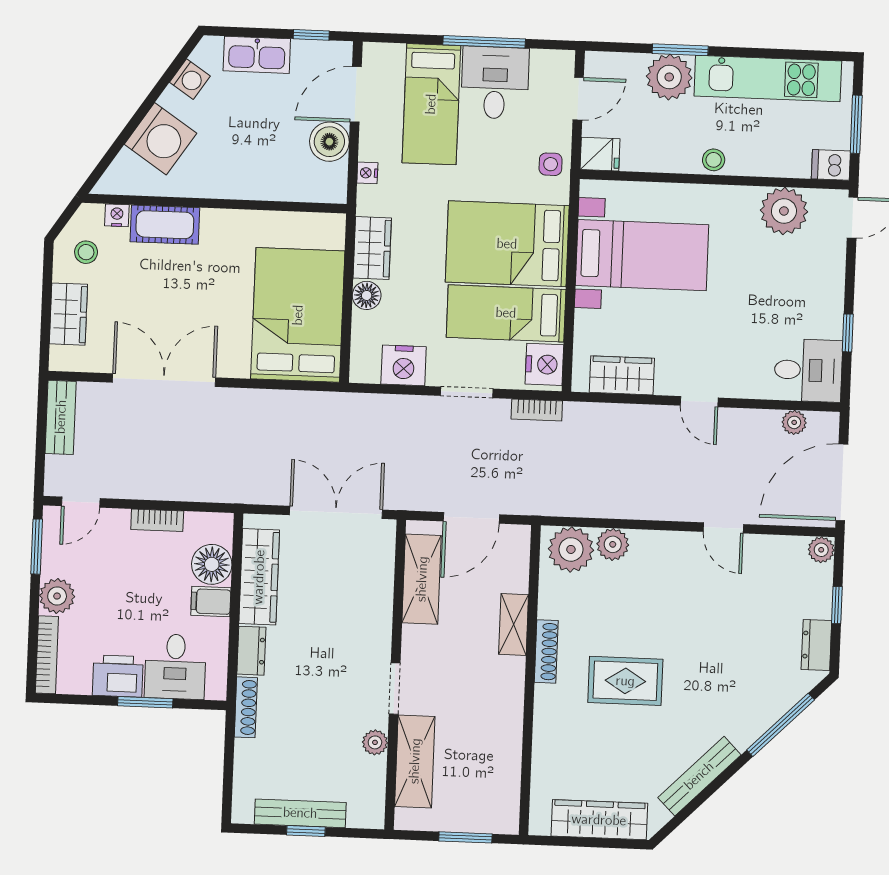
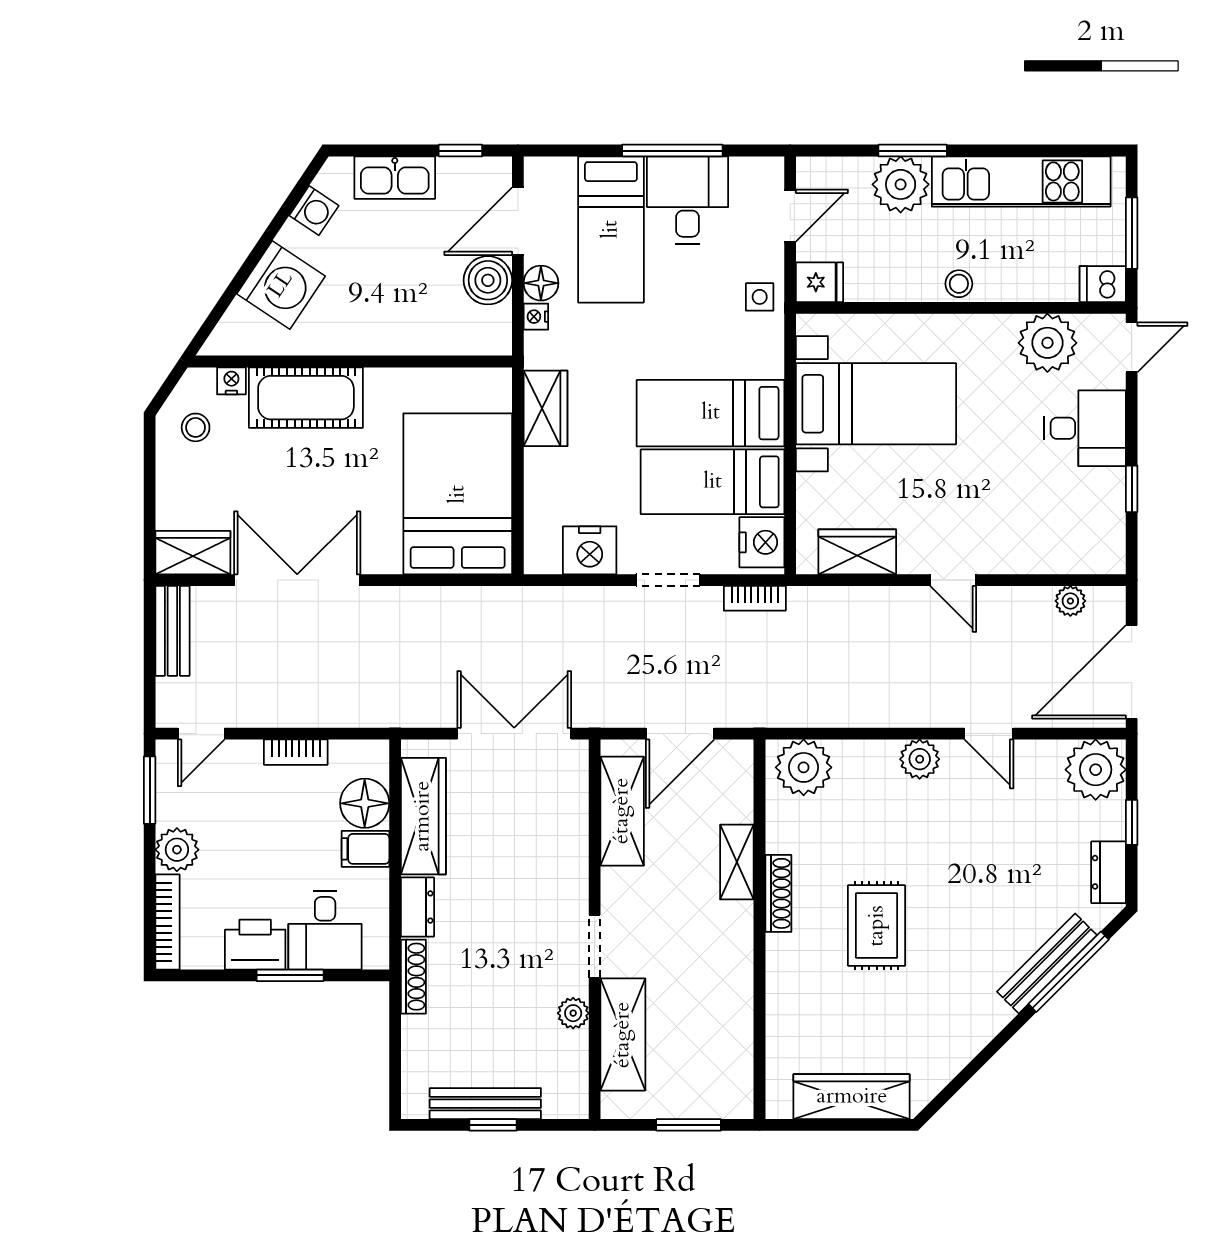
cot: (165, 225) -> (306, 398), width x1.37, depth x1.34
bed: (507, 244) -> (711, 413), width x0.67
floor lamp: (367, 295) -> (541, 283), moved
wardrobe: (68, 314) -> (193, 553), moved, turned -90
desk: (808, 370) -> (1085, 428), moved
plant: (613, 544) -> (920, 759), moved
plant: (821, 550) -> (1096, 770), width x1.87, depth x1.87
rug: (625, 681) -> (877, 926), turned 90
bench: (699, 776) -> (1047, 963), moved

